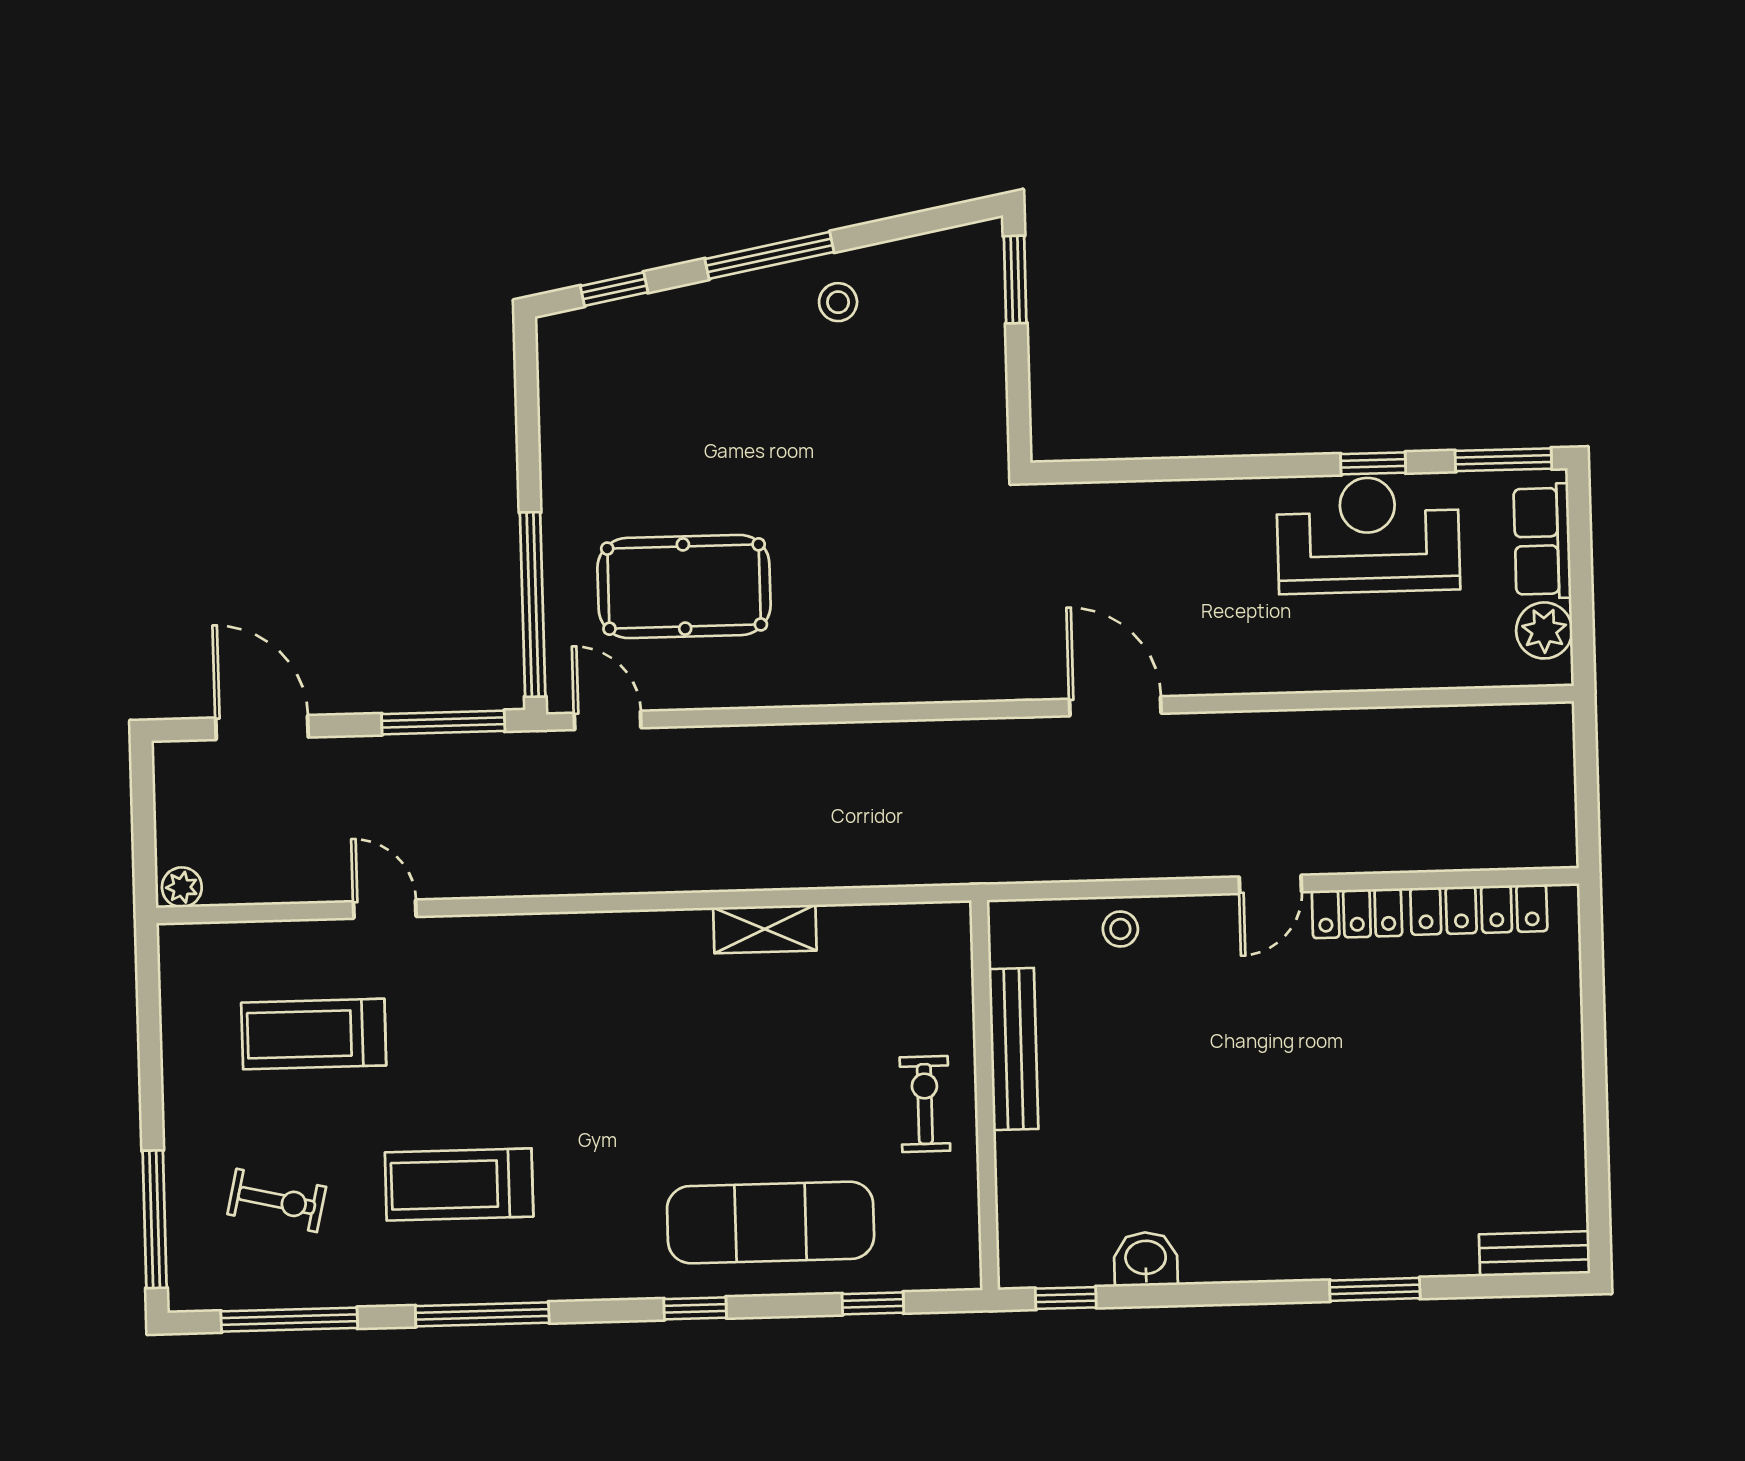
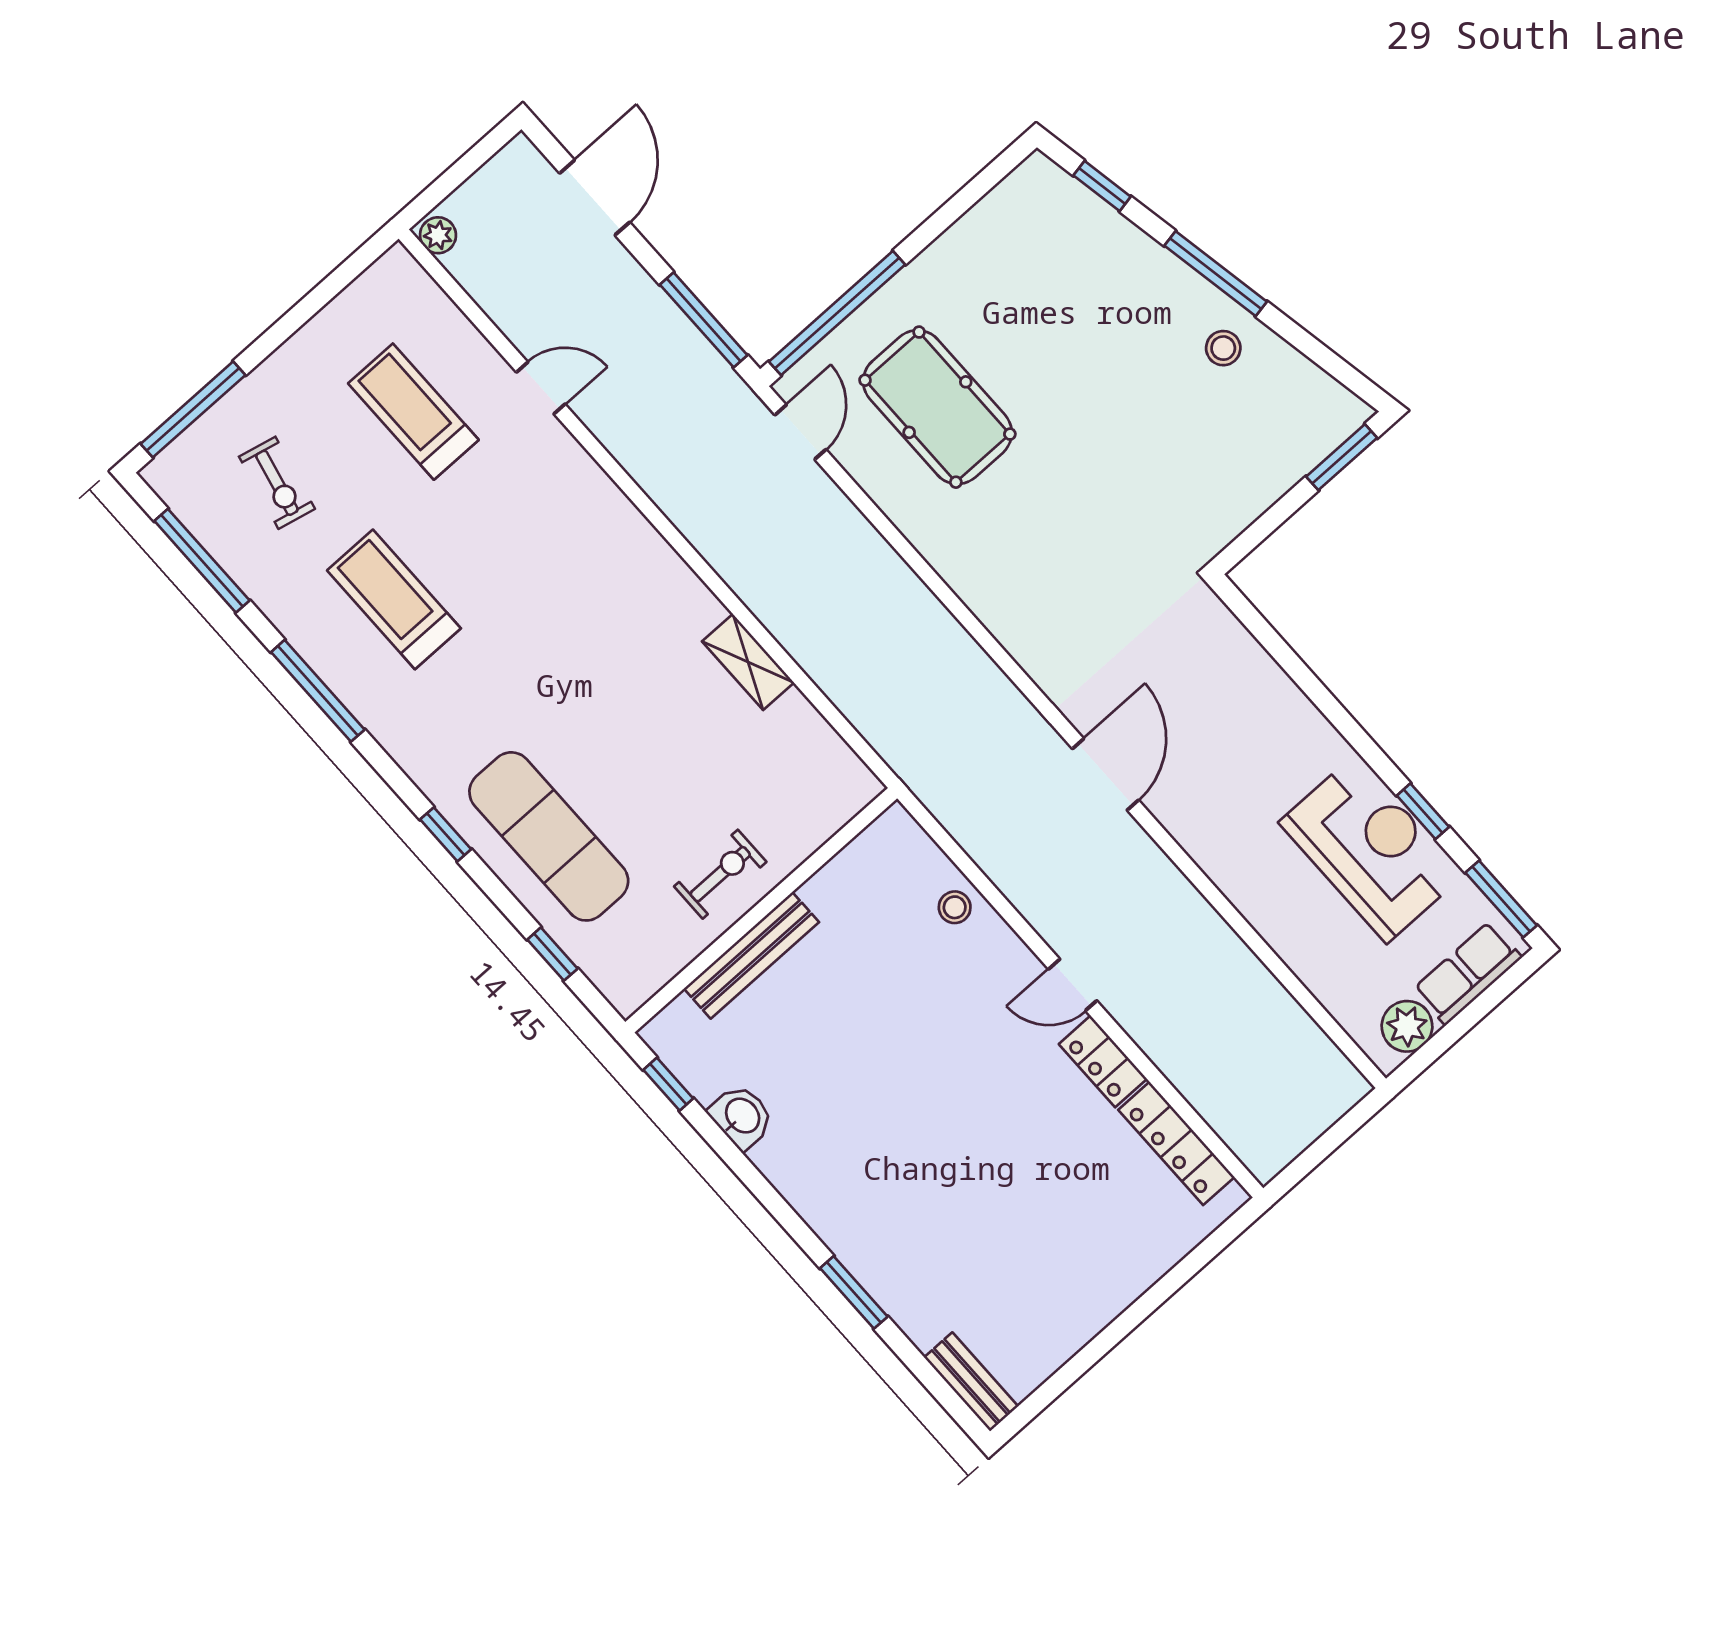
door: (385, 909) -> (541, 388), hinge flipped
bench: (1014, 1049) -> (751, 955), moved

